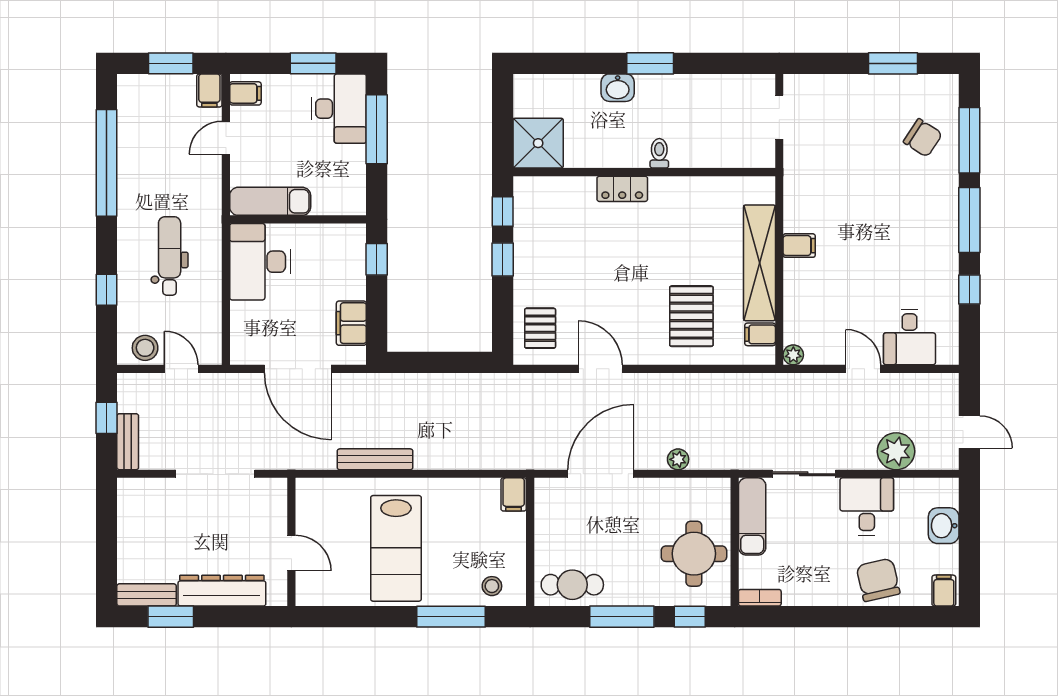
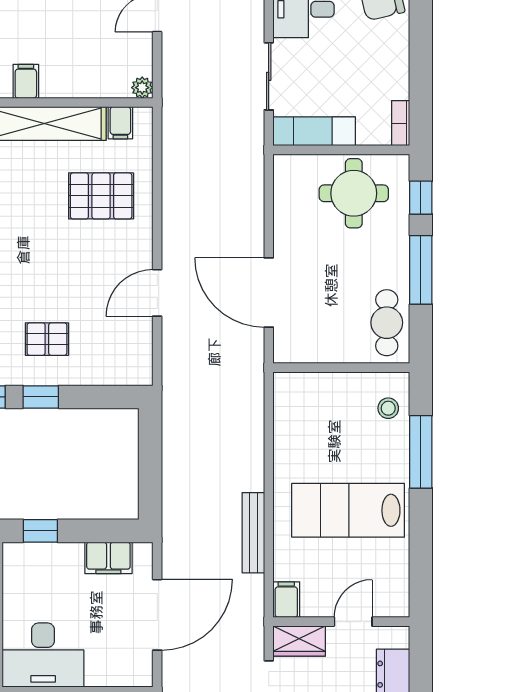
pallet: (540, 328) -> (47, 339), moved
plant: (678, 459) -> (253, 210), removed
filing cabinet: (514, 494) -> (286, 600), moved, turned -90
wardrobe: (273, 502) -> (299, 641), added
lab bench: (396, 548) -> (348, 510), turned 180

